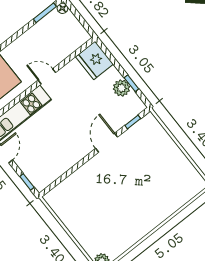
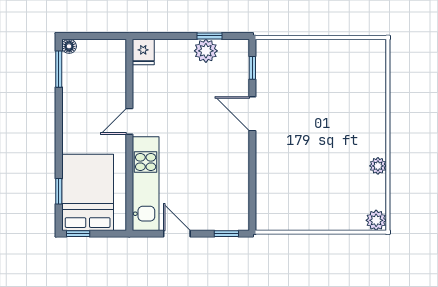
fridge: (94, 60) -> (143, 52), width x0.53, depth x0.75
plant: (134, 237) -> (378, 166), added

